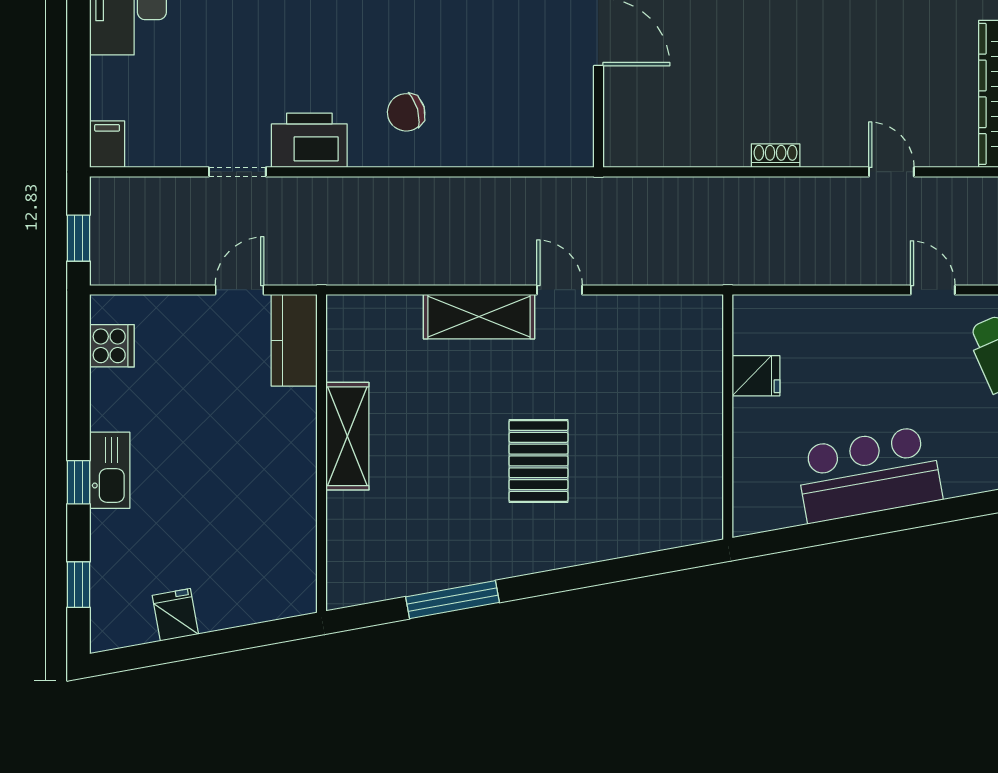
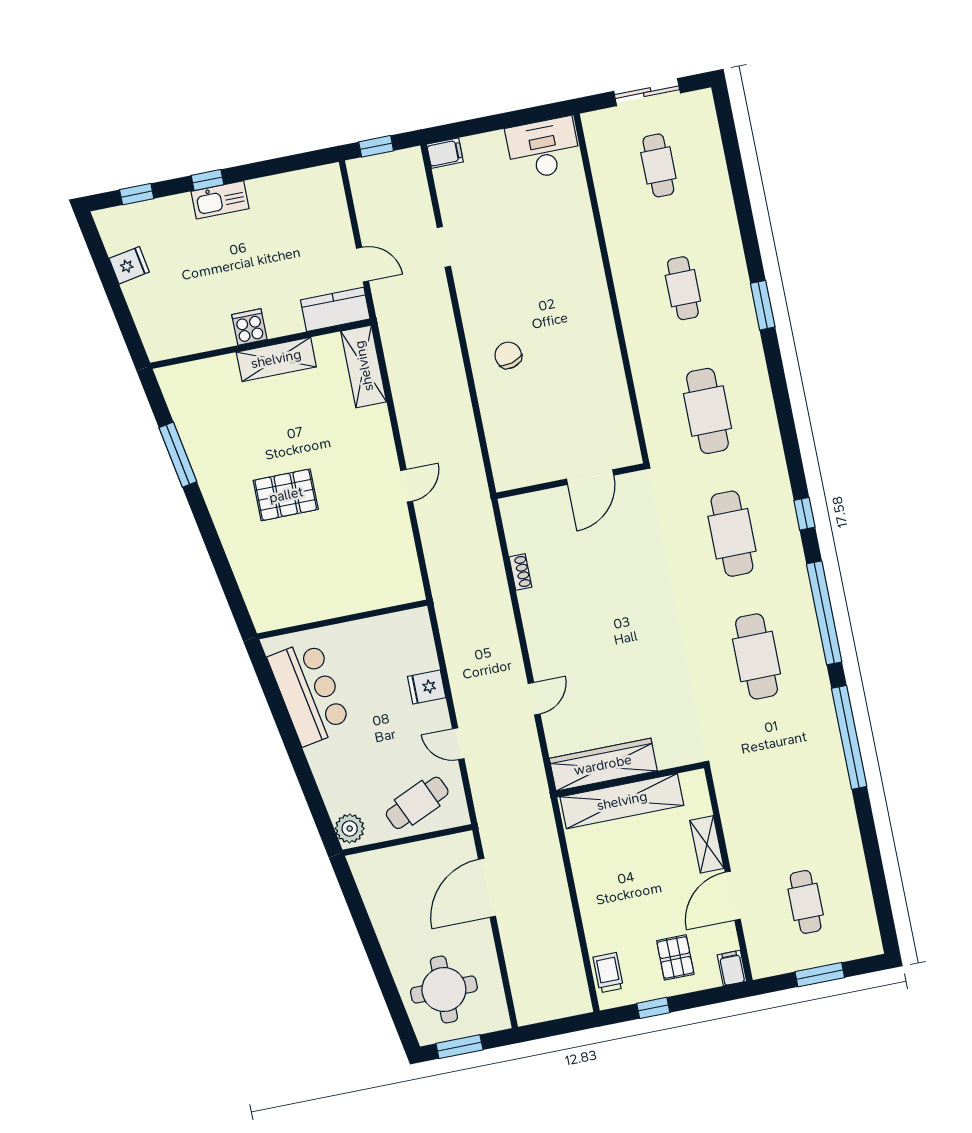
printer: (309, 140) -> (476, 292), removed
shoe rack: (776, 156) -> (520, 572), moved
door: (933, 290) -> (458, 744), swing flipped
shelving: (479, 317) -> (364, 366), moved
cooker: (112, 346) -> (249, 327), moved, turned 180
fridge: (756, 376) -> (427, 687), moved, turned 90
bar counter: (869, 474) -> (309, 693), moved

